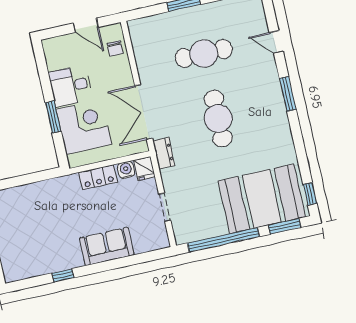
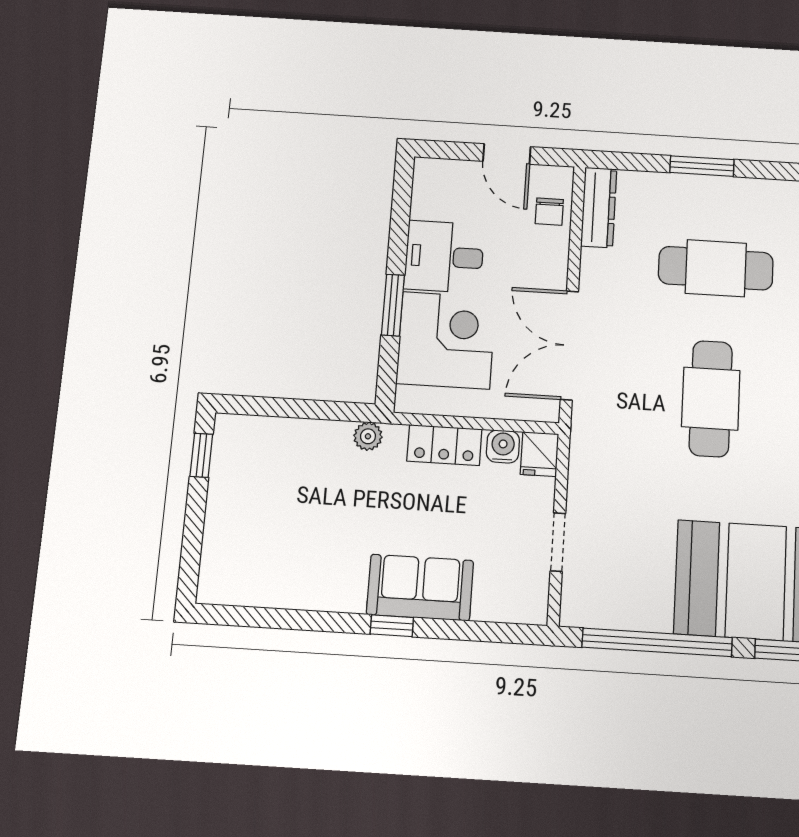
dresser: (164, 153) -> (599, 207), moved, width x1.44
plant: (61, 183) -> (368, 436), added
window: (63, 275) -> (392, 626), moved

